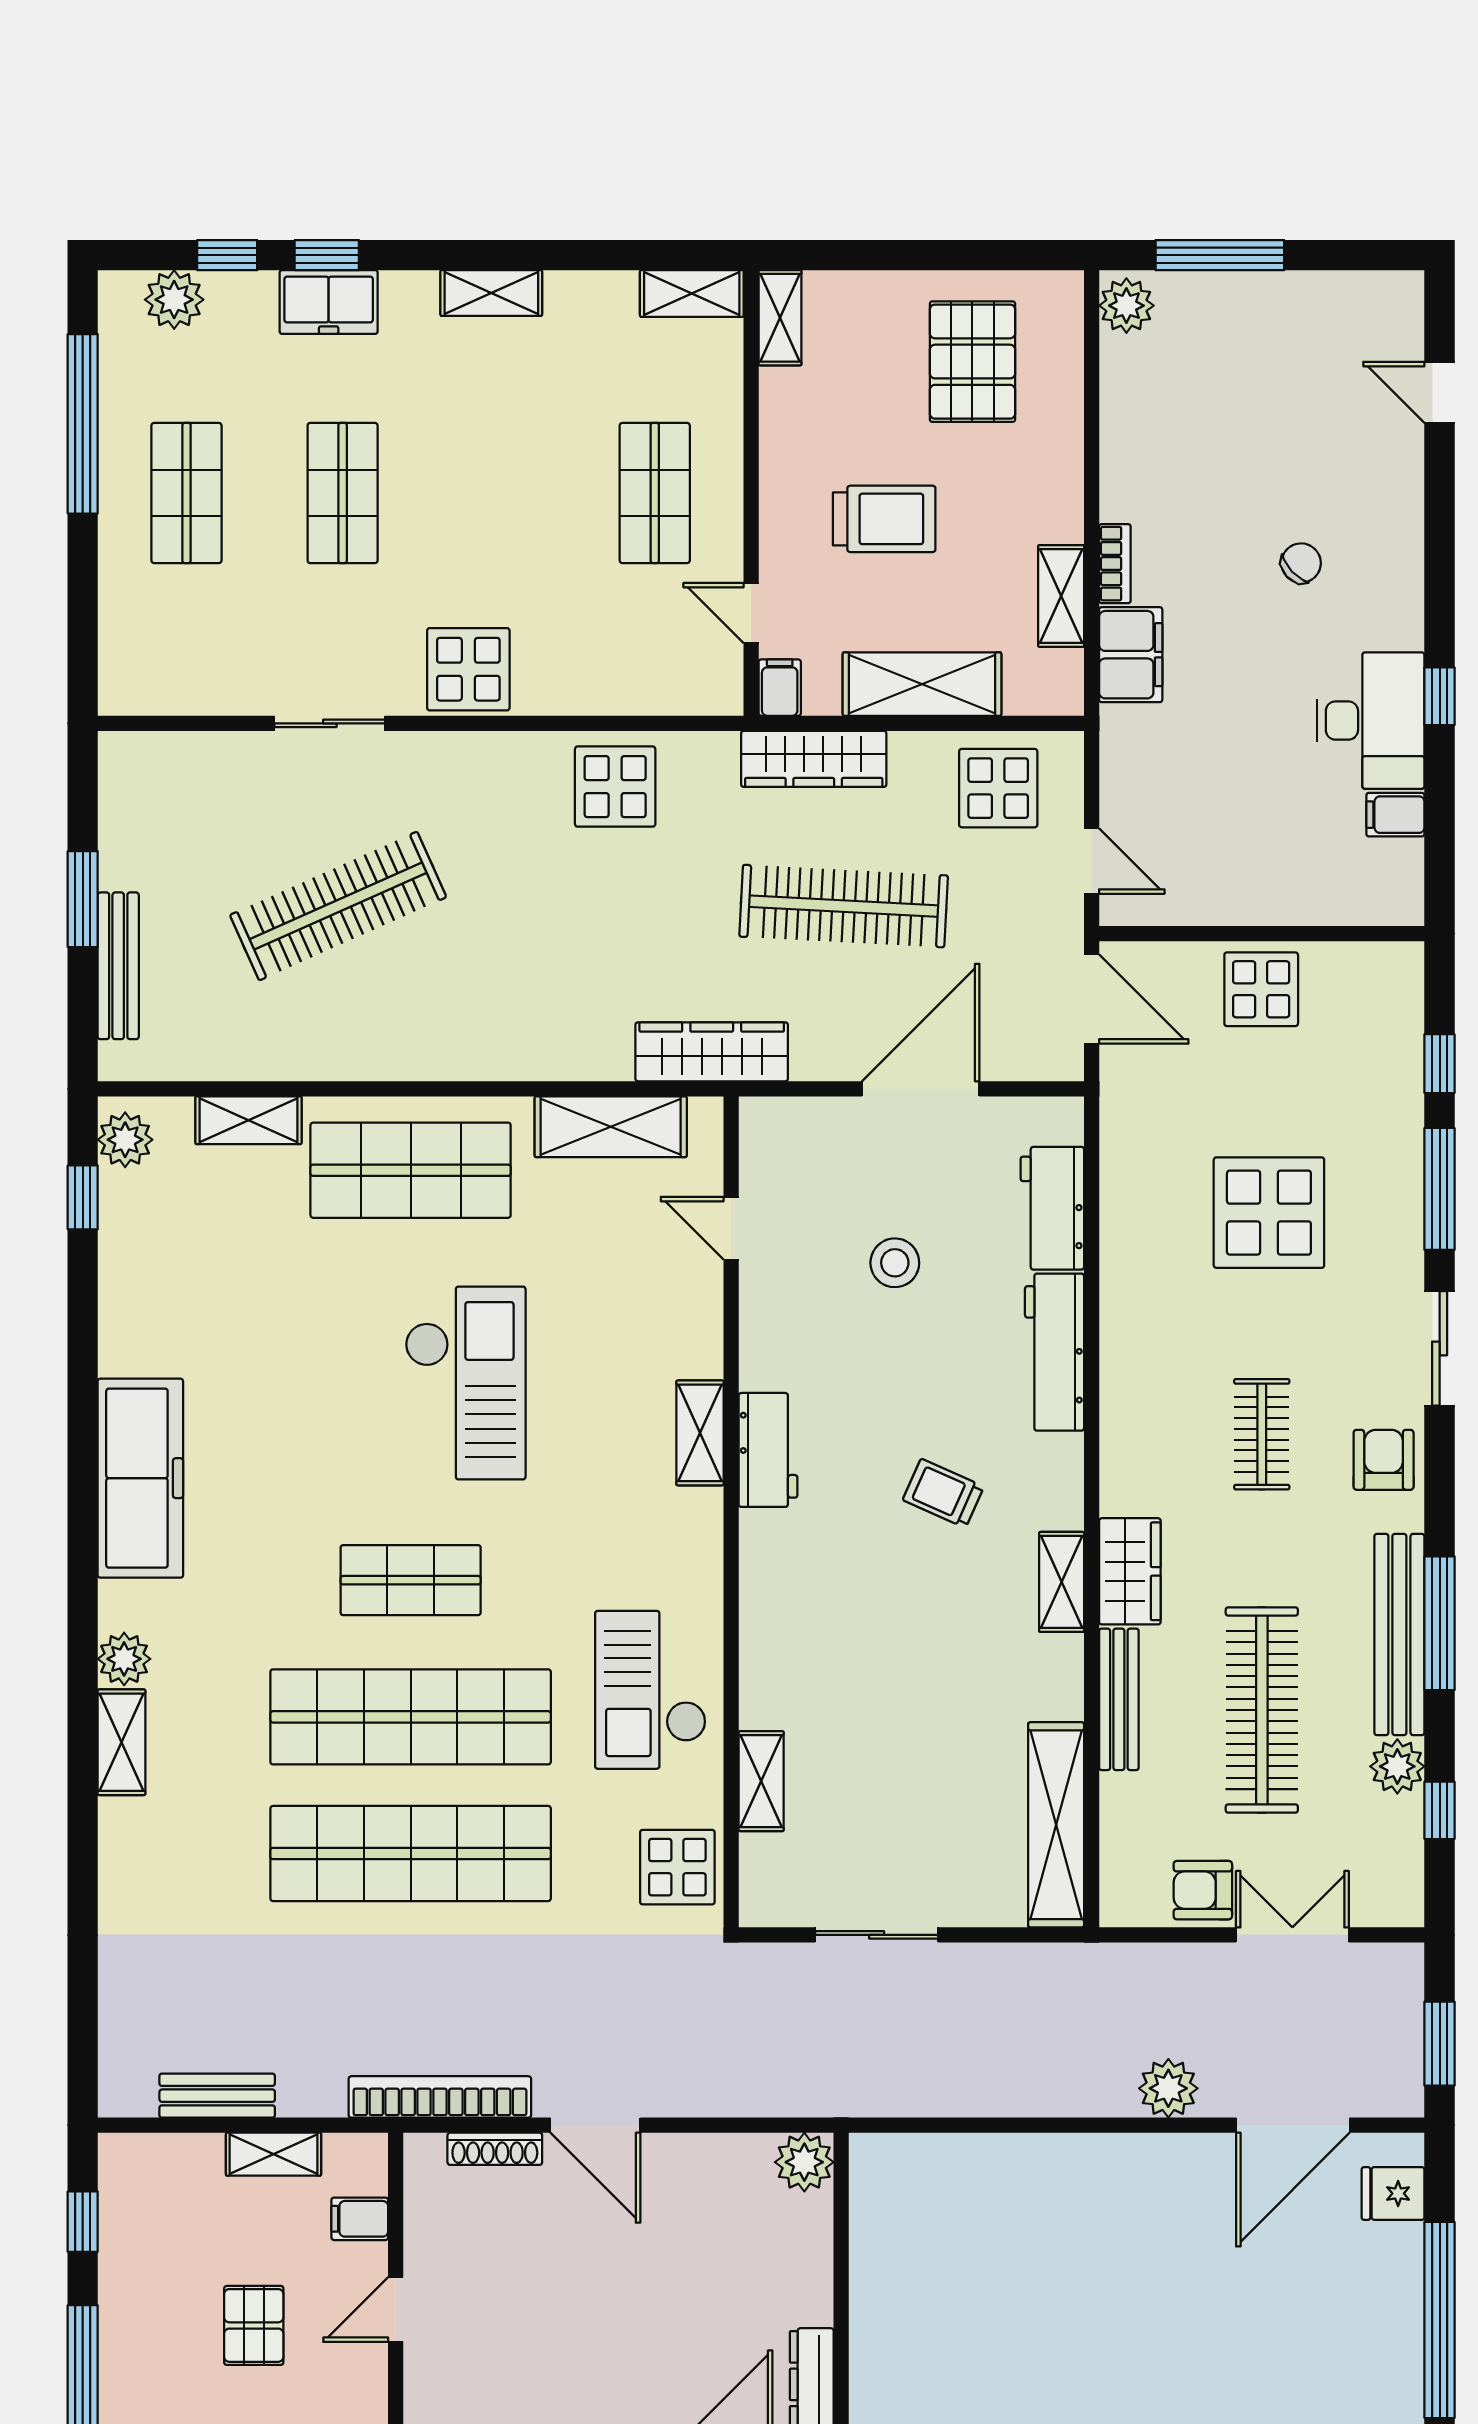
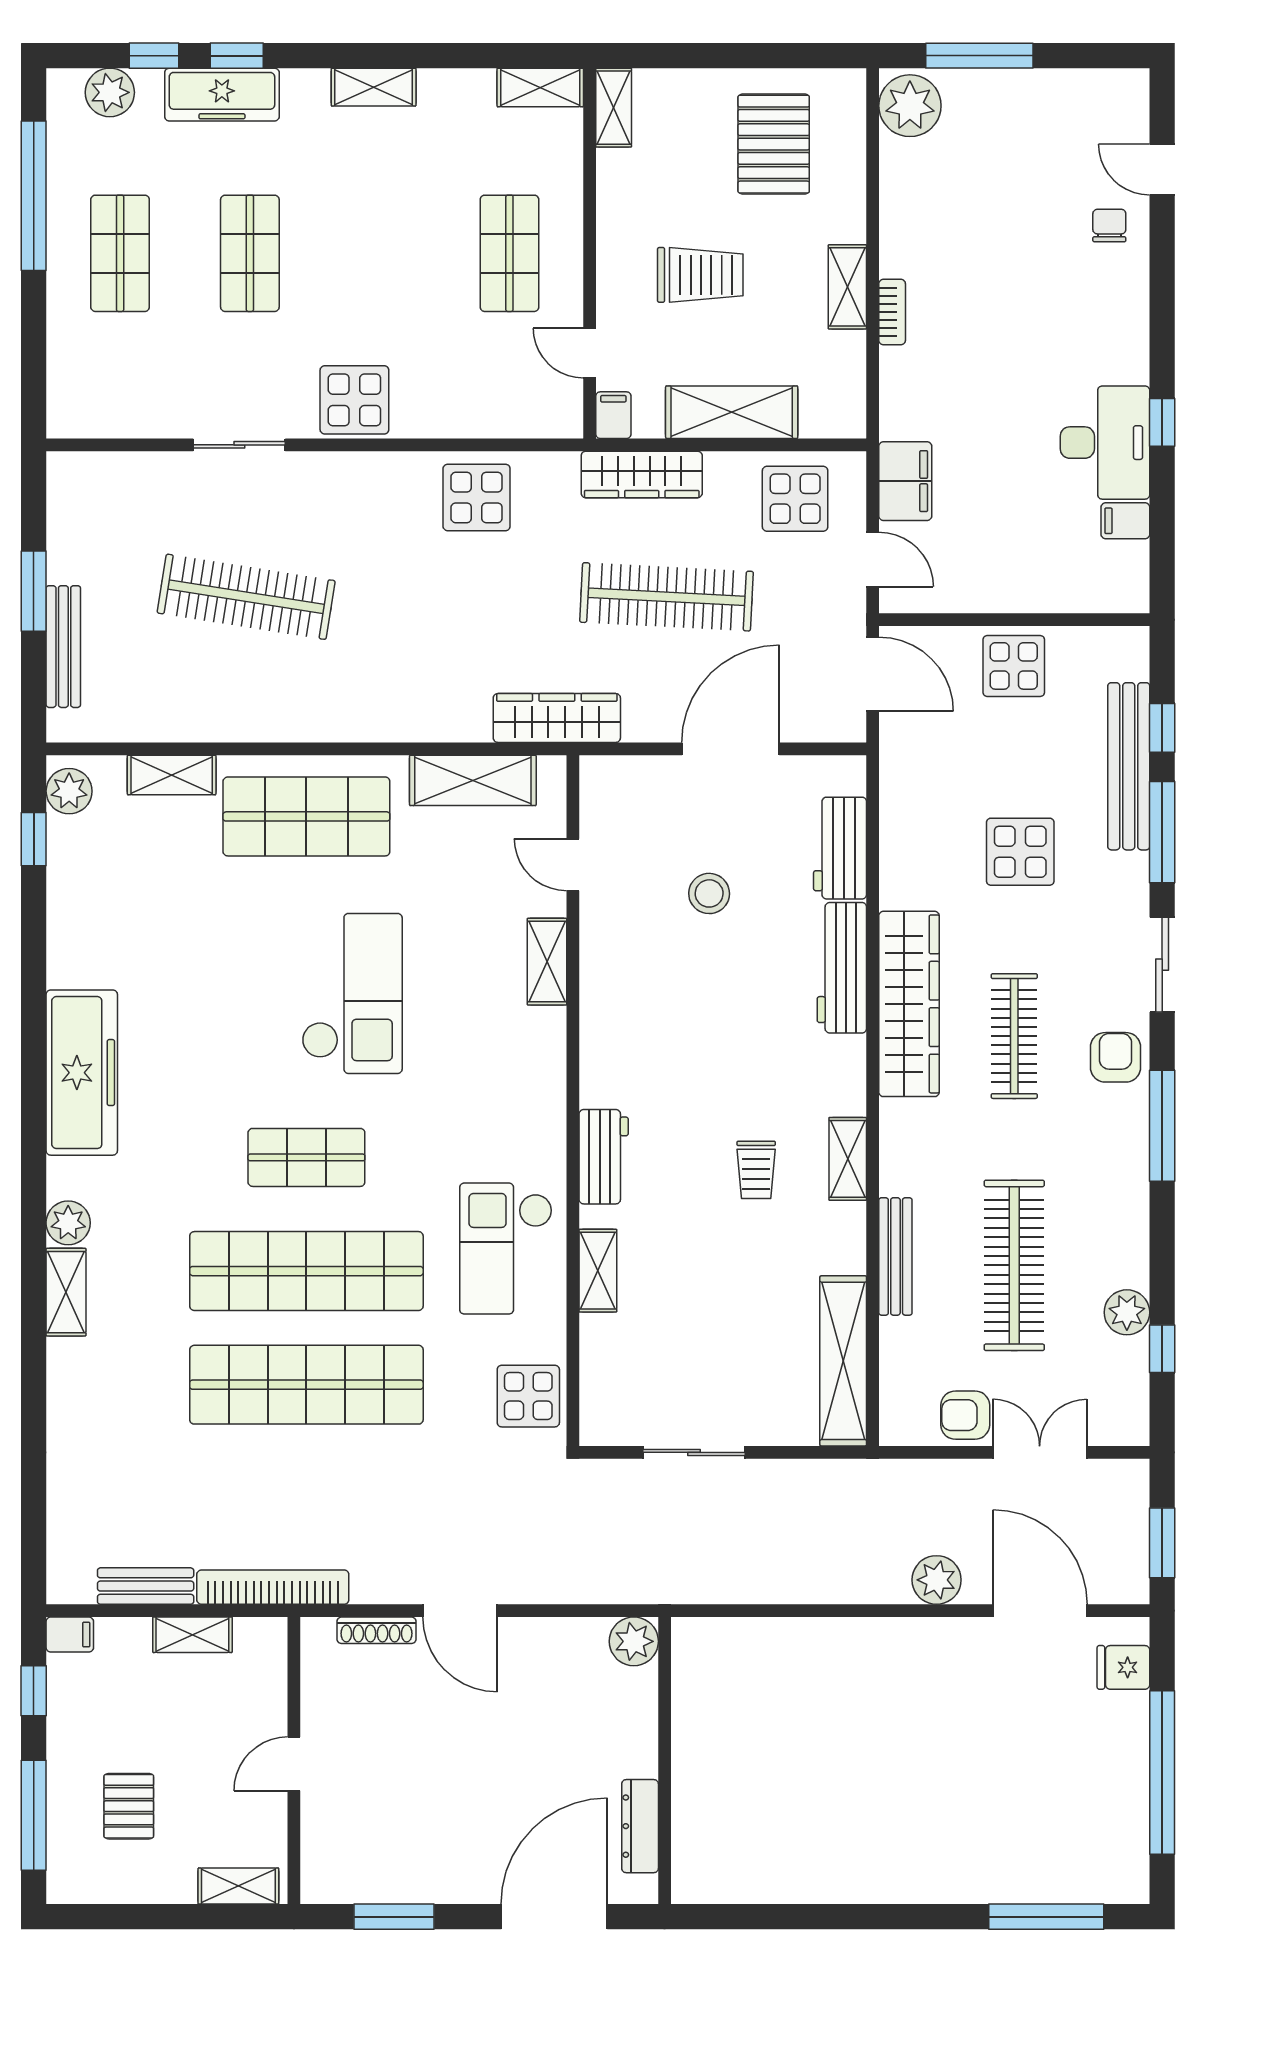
freezer: (329, 302) -> (222, 95), width x1.40
plant: (1126, 306) -> (910, 106), width x1.36, depth x1.36
chair: (1301, 563) -> (1109, 226), moved, turned -47
shelving: (1061, 596) -> (847, 287), moved
filing cabinet: (1131, 655) -> (905, 481), moved
clothes rail: (338, 906) -> (246, 597), turned 33
display table: (1269, 1213) -> (1020, 852), width x0.73, depth x0.73
shelving: (700, 1433) -> (547, 962), moved
clothes rail: (1262, 1434) -> (1014, 1036), width x1.36
workbench: (768, 1450) -> (604, 1157), moved
trolley: (943, 1493) -> (756, 1170), moved, turned -114
wardrobe: (1130, 1571) -> (909, 1004), moved, width x2.10, depth x1.17
window: (1440, 1623) -> (1162, 1126), moved
bench: (1399, 1635) -> (1129, 766), moved
shelving: (761, 1781) -> (598, 1271), moved
bookcase: (440, 2097) -> (273, 1587), moved
door: (1293, 2125) -> (1040, 1611), swing flipped
filing cabinet: (360, 2219) -> (70, 1635), moved, turned 180
pallet: (254, 2325) -> (129, 1806), moved

